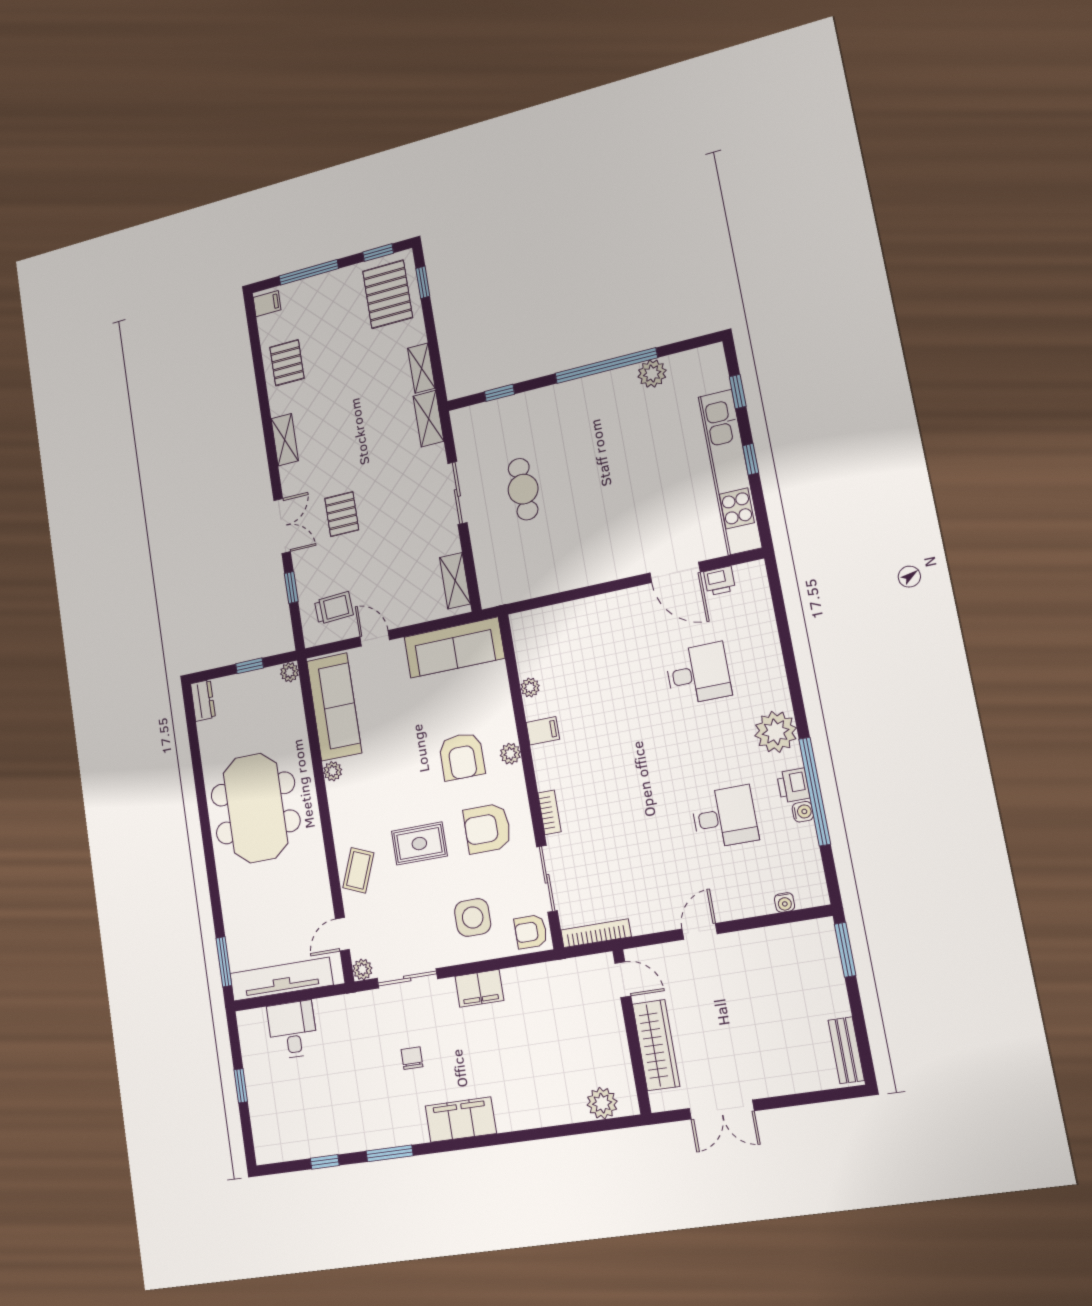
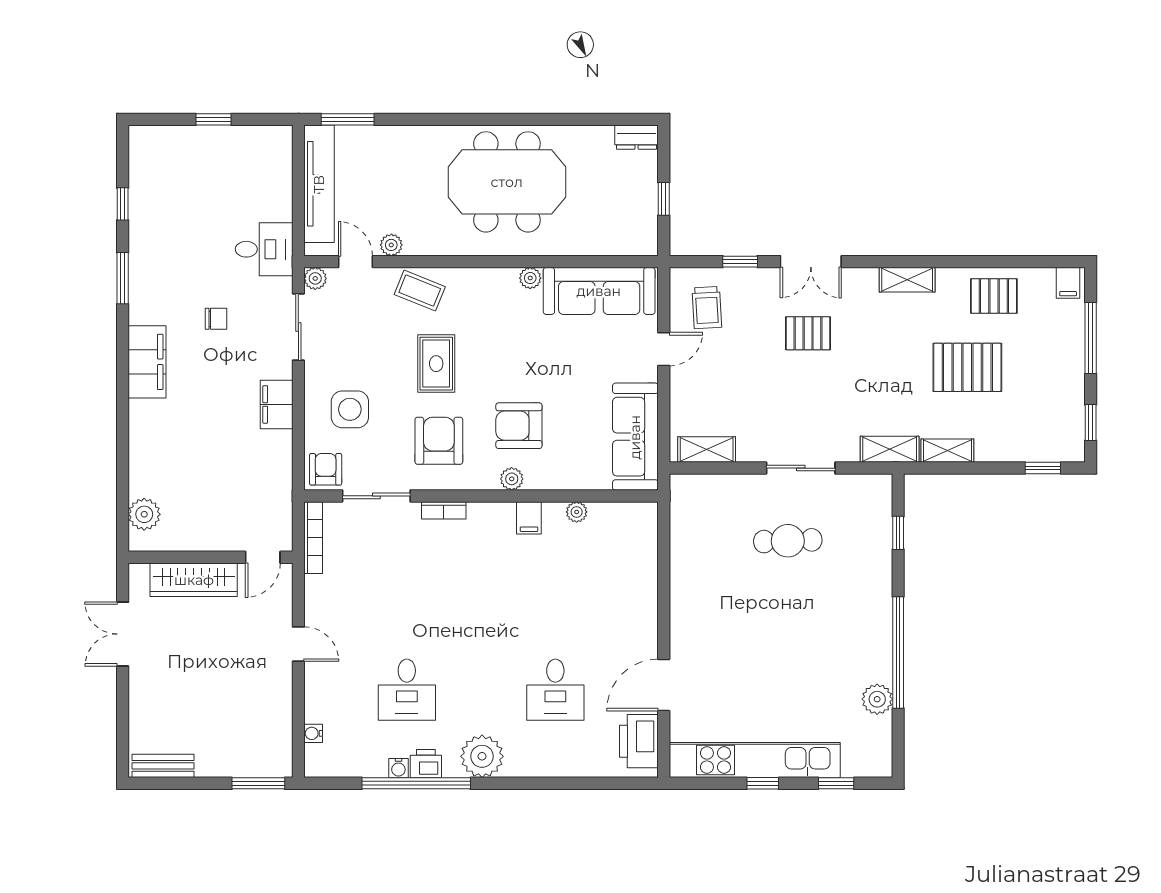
pallet: (388, 294) -> (967, 367), moved
printer: (720, 581) -> (639, 741), width x1.87, depth x1.48
plant: (289, 672) -> (391, 245), moved
desk: (292, 1030) -> (264, 249), moved

